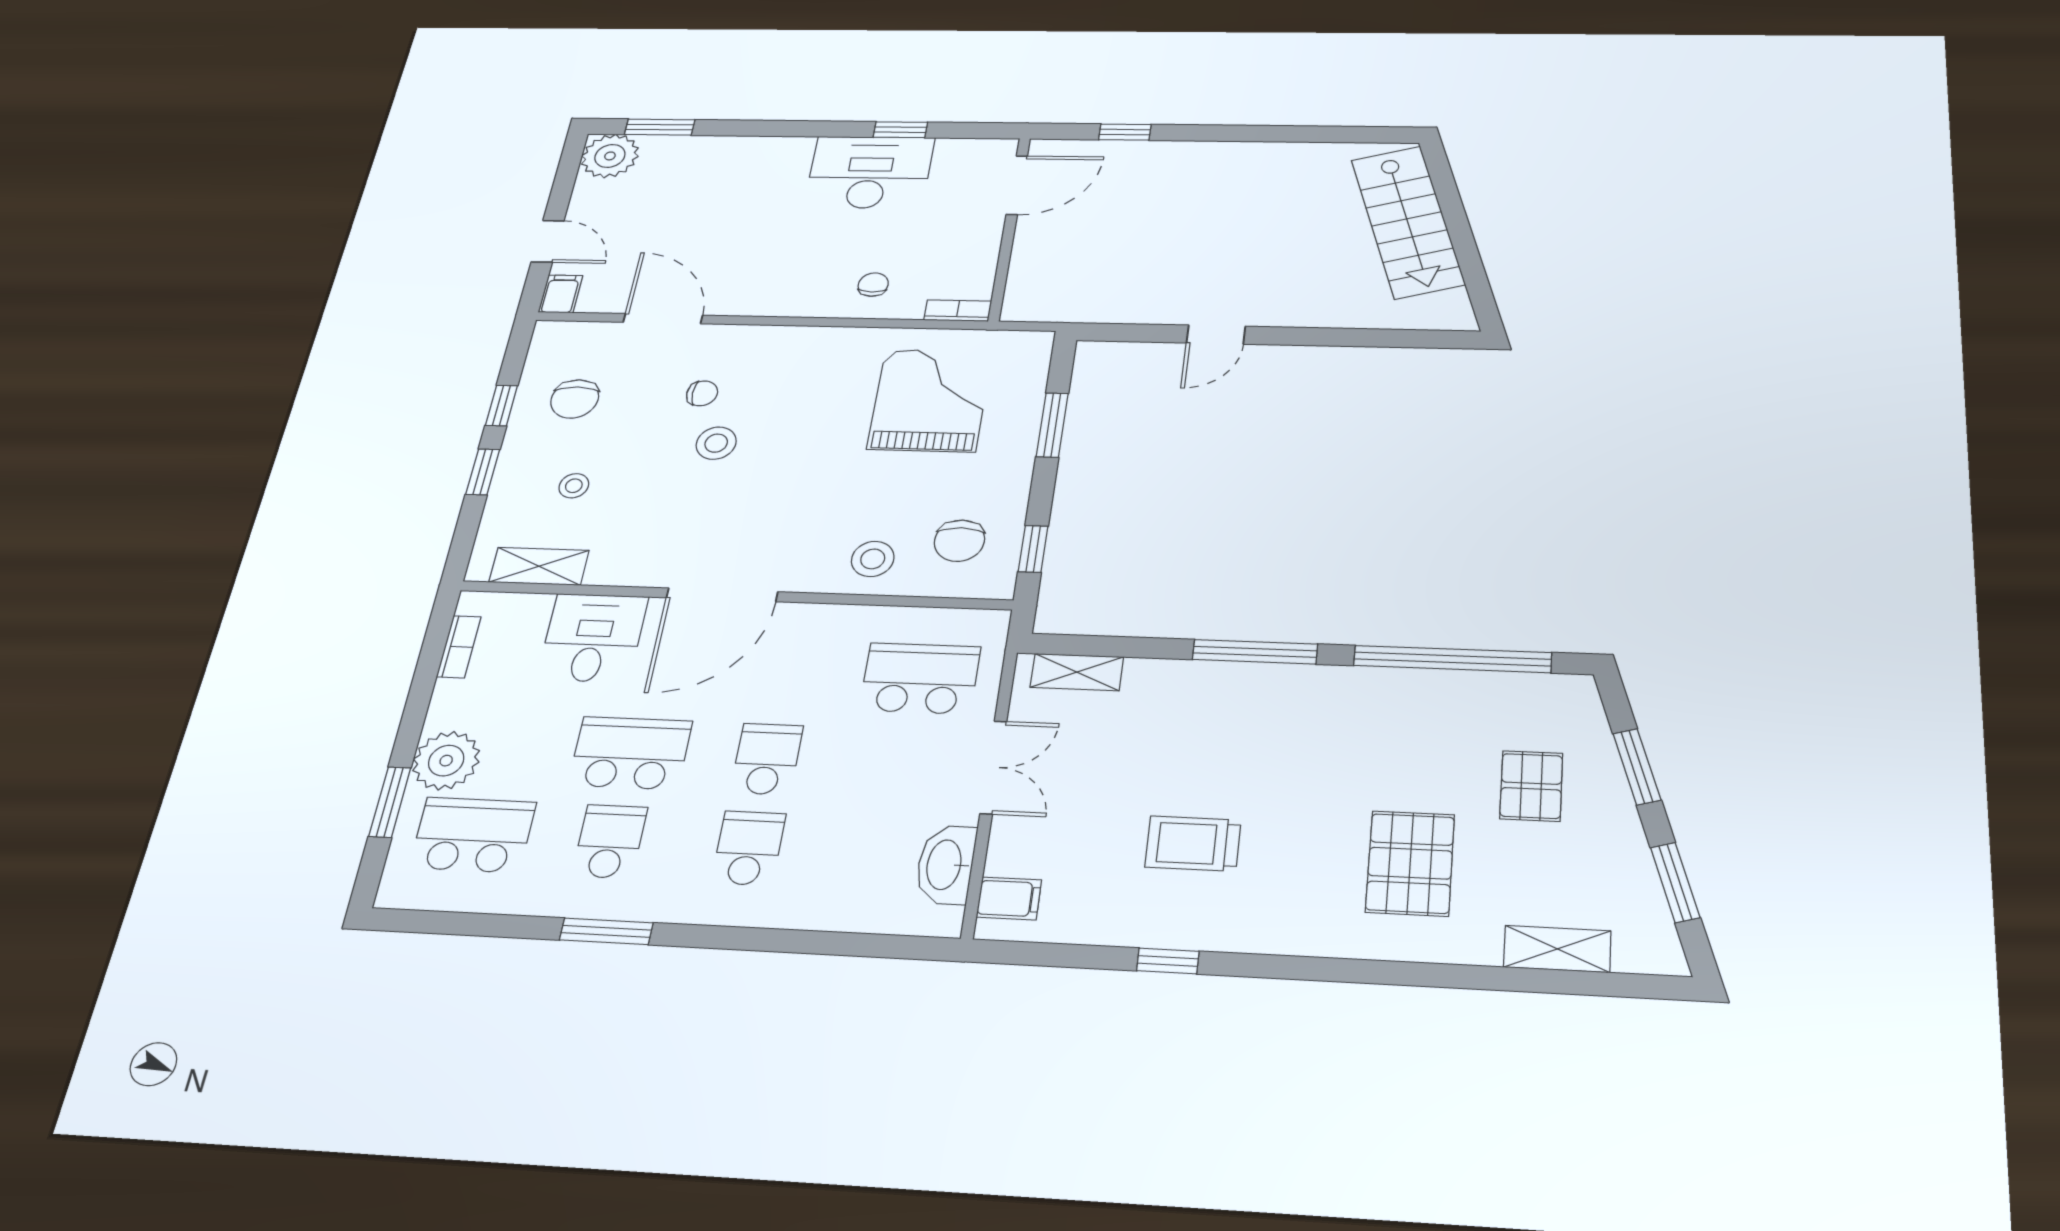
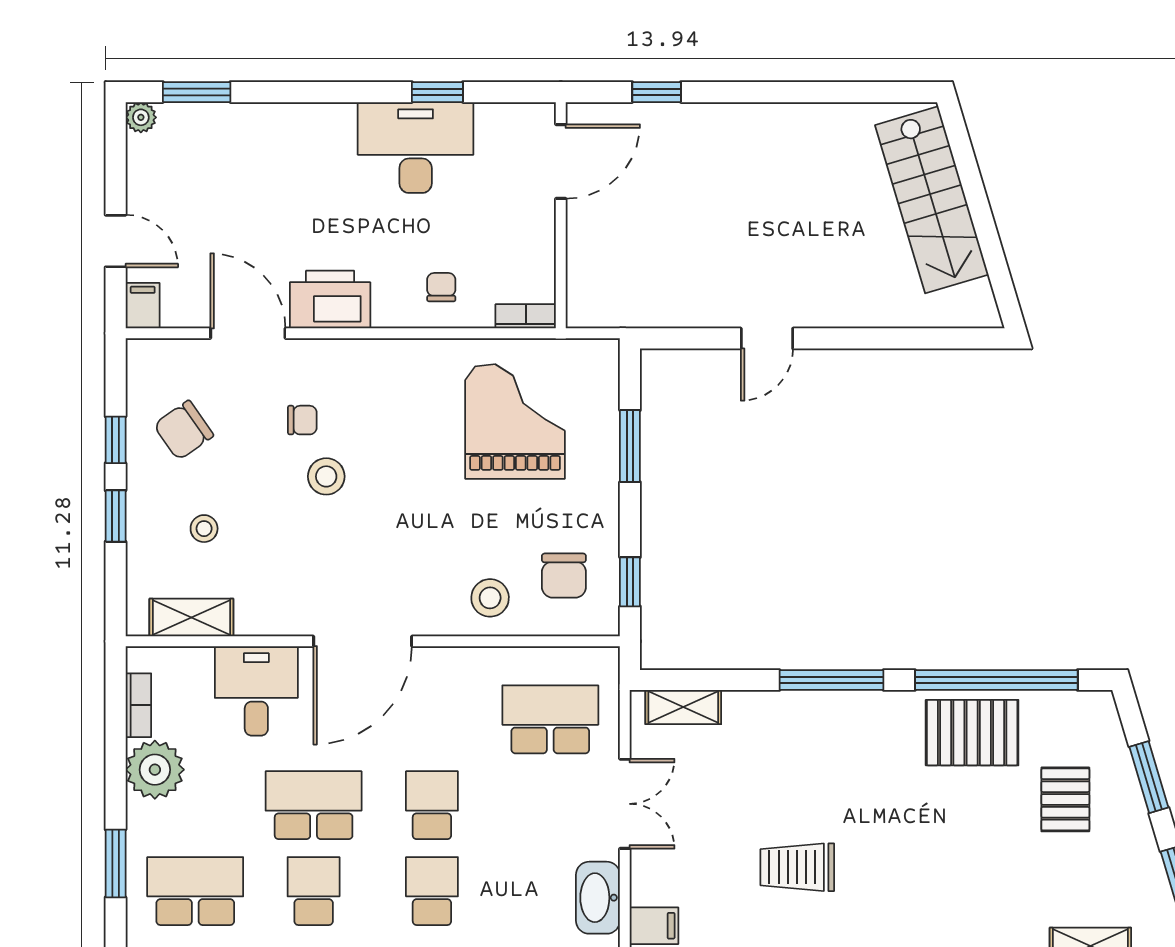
plant: (610, 156) -> (141, 117), width x0.53, depth x0.53
printer: (755, 293) -> (330, 300), added
chair: (575, 399) -> (184, 430), turned 55
plant: (446, 761) -> (155, 770), moved
pallet: (1410, 863) -> (972, 733), moved, turned 90

